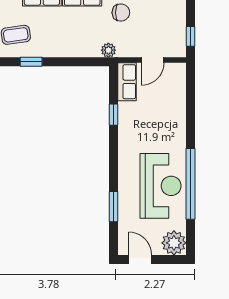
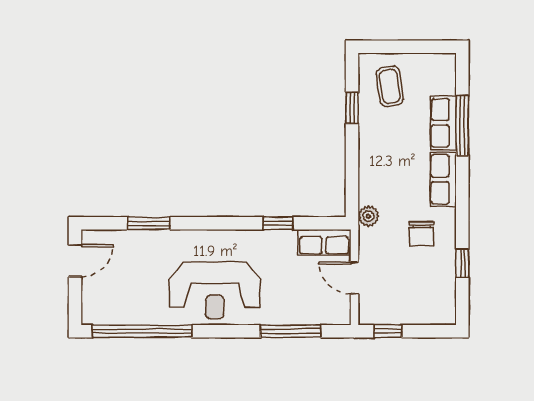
window: (190, 106) -> (291, 331), added
window: (190, 184) -> (142, 331), moved
reception desk: (161, 186) -> (215, 290), moved
plant: (174, 243) -> (98, 308), removed

